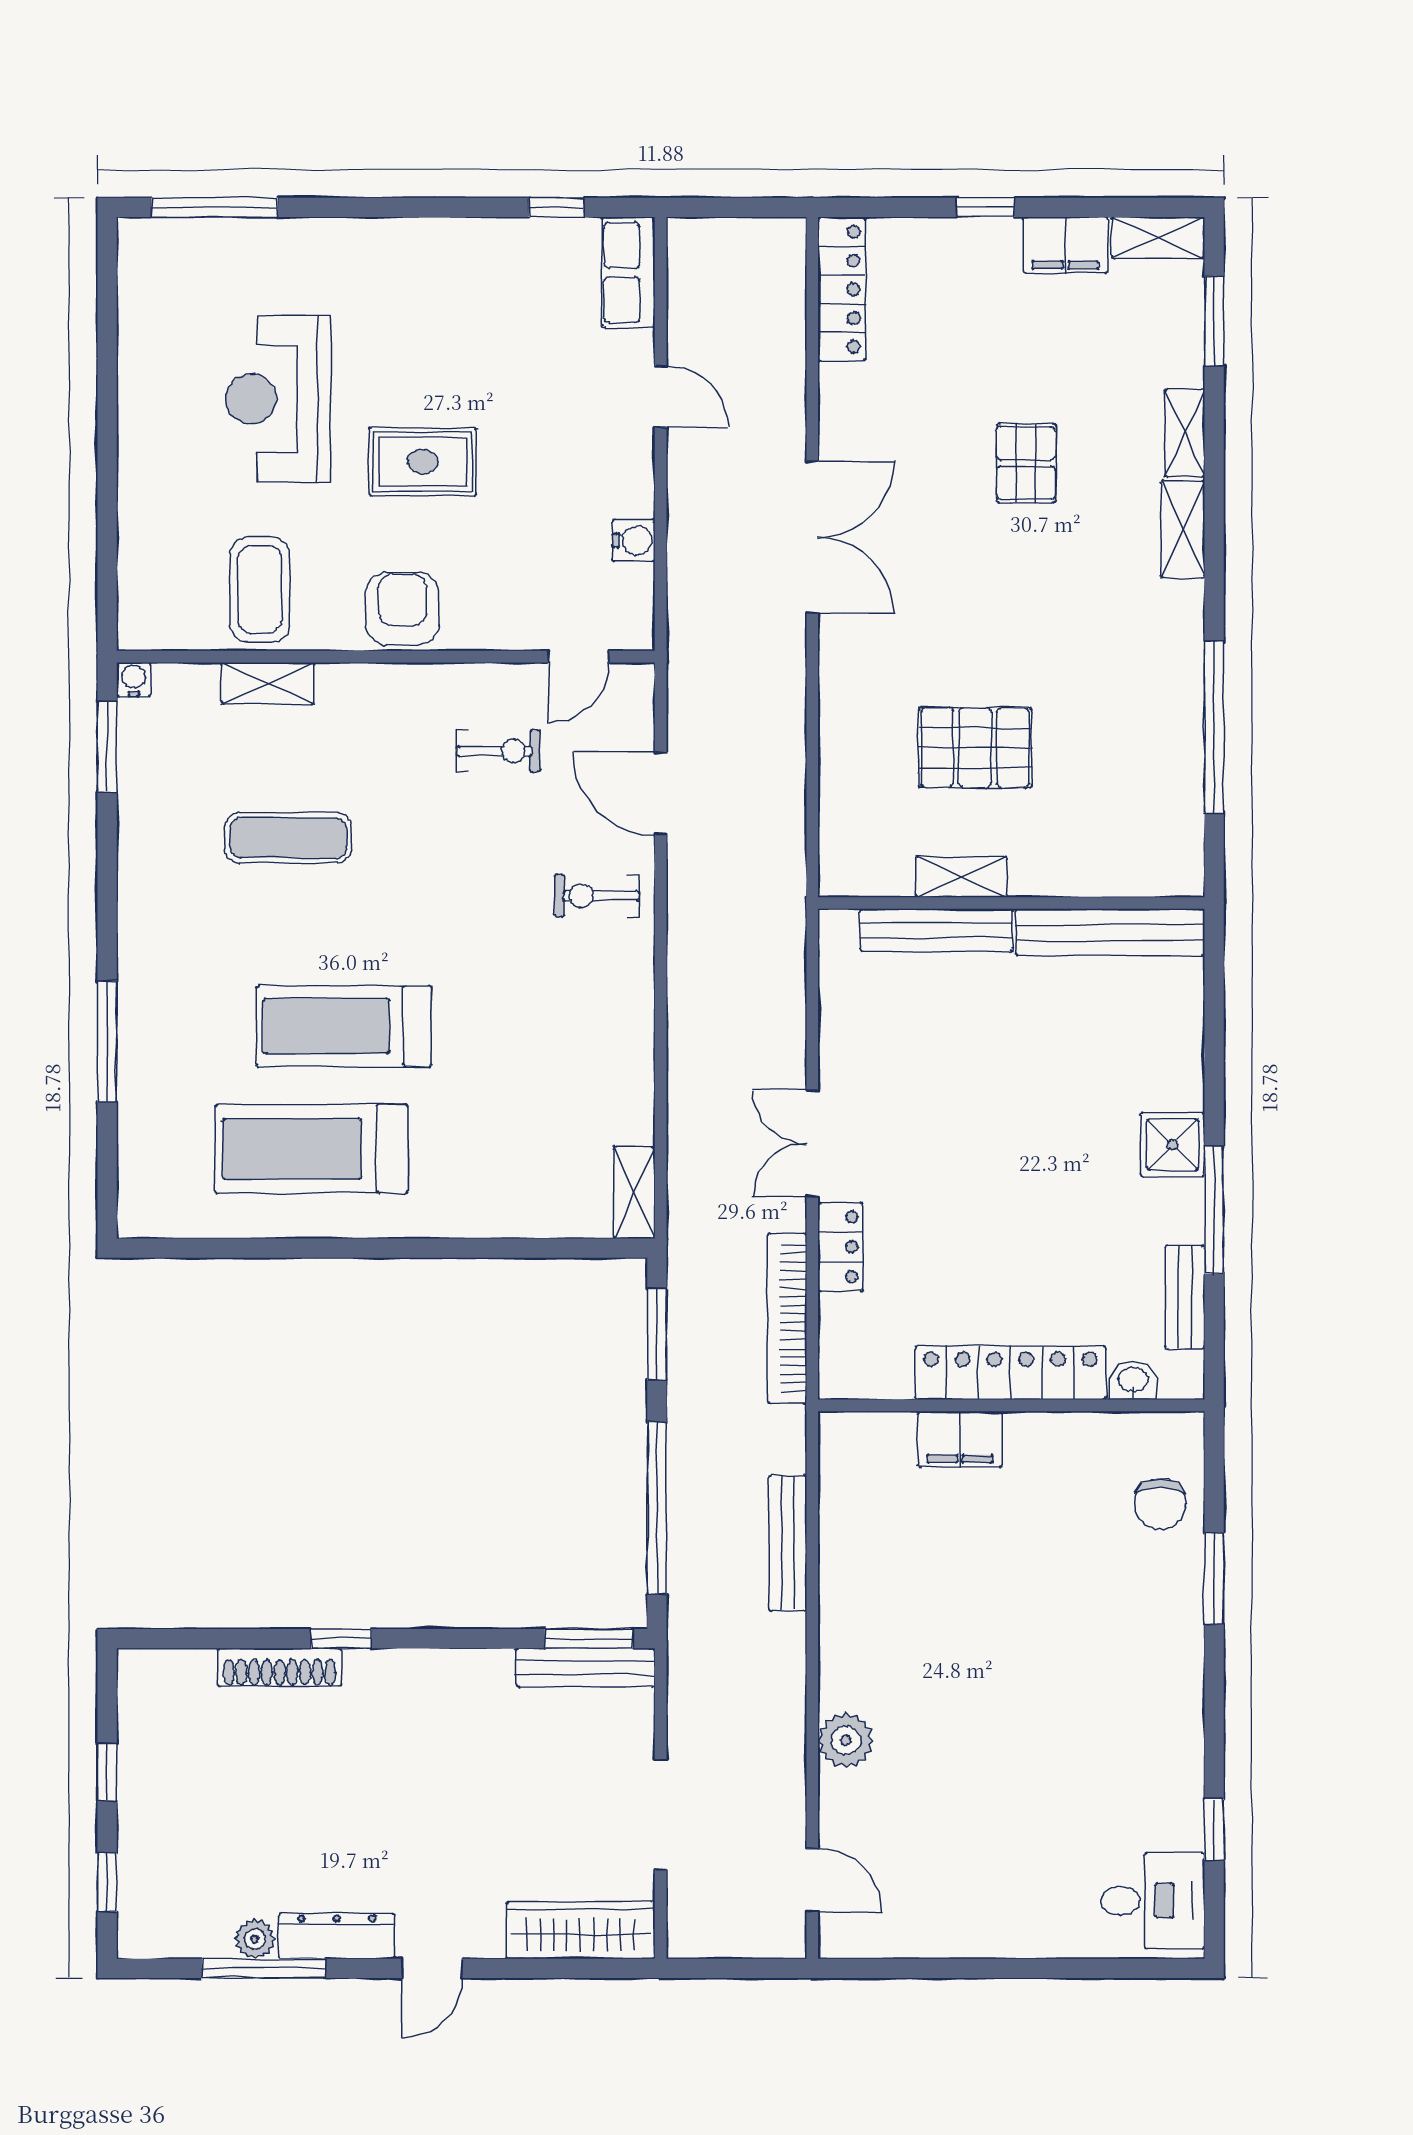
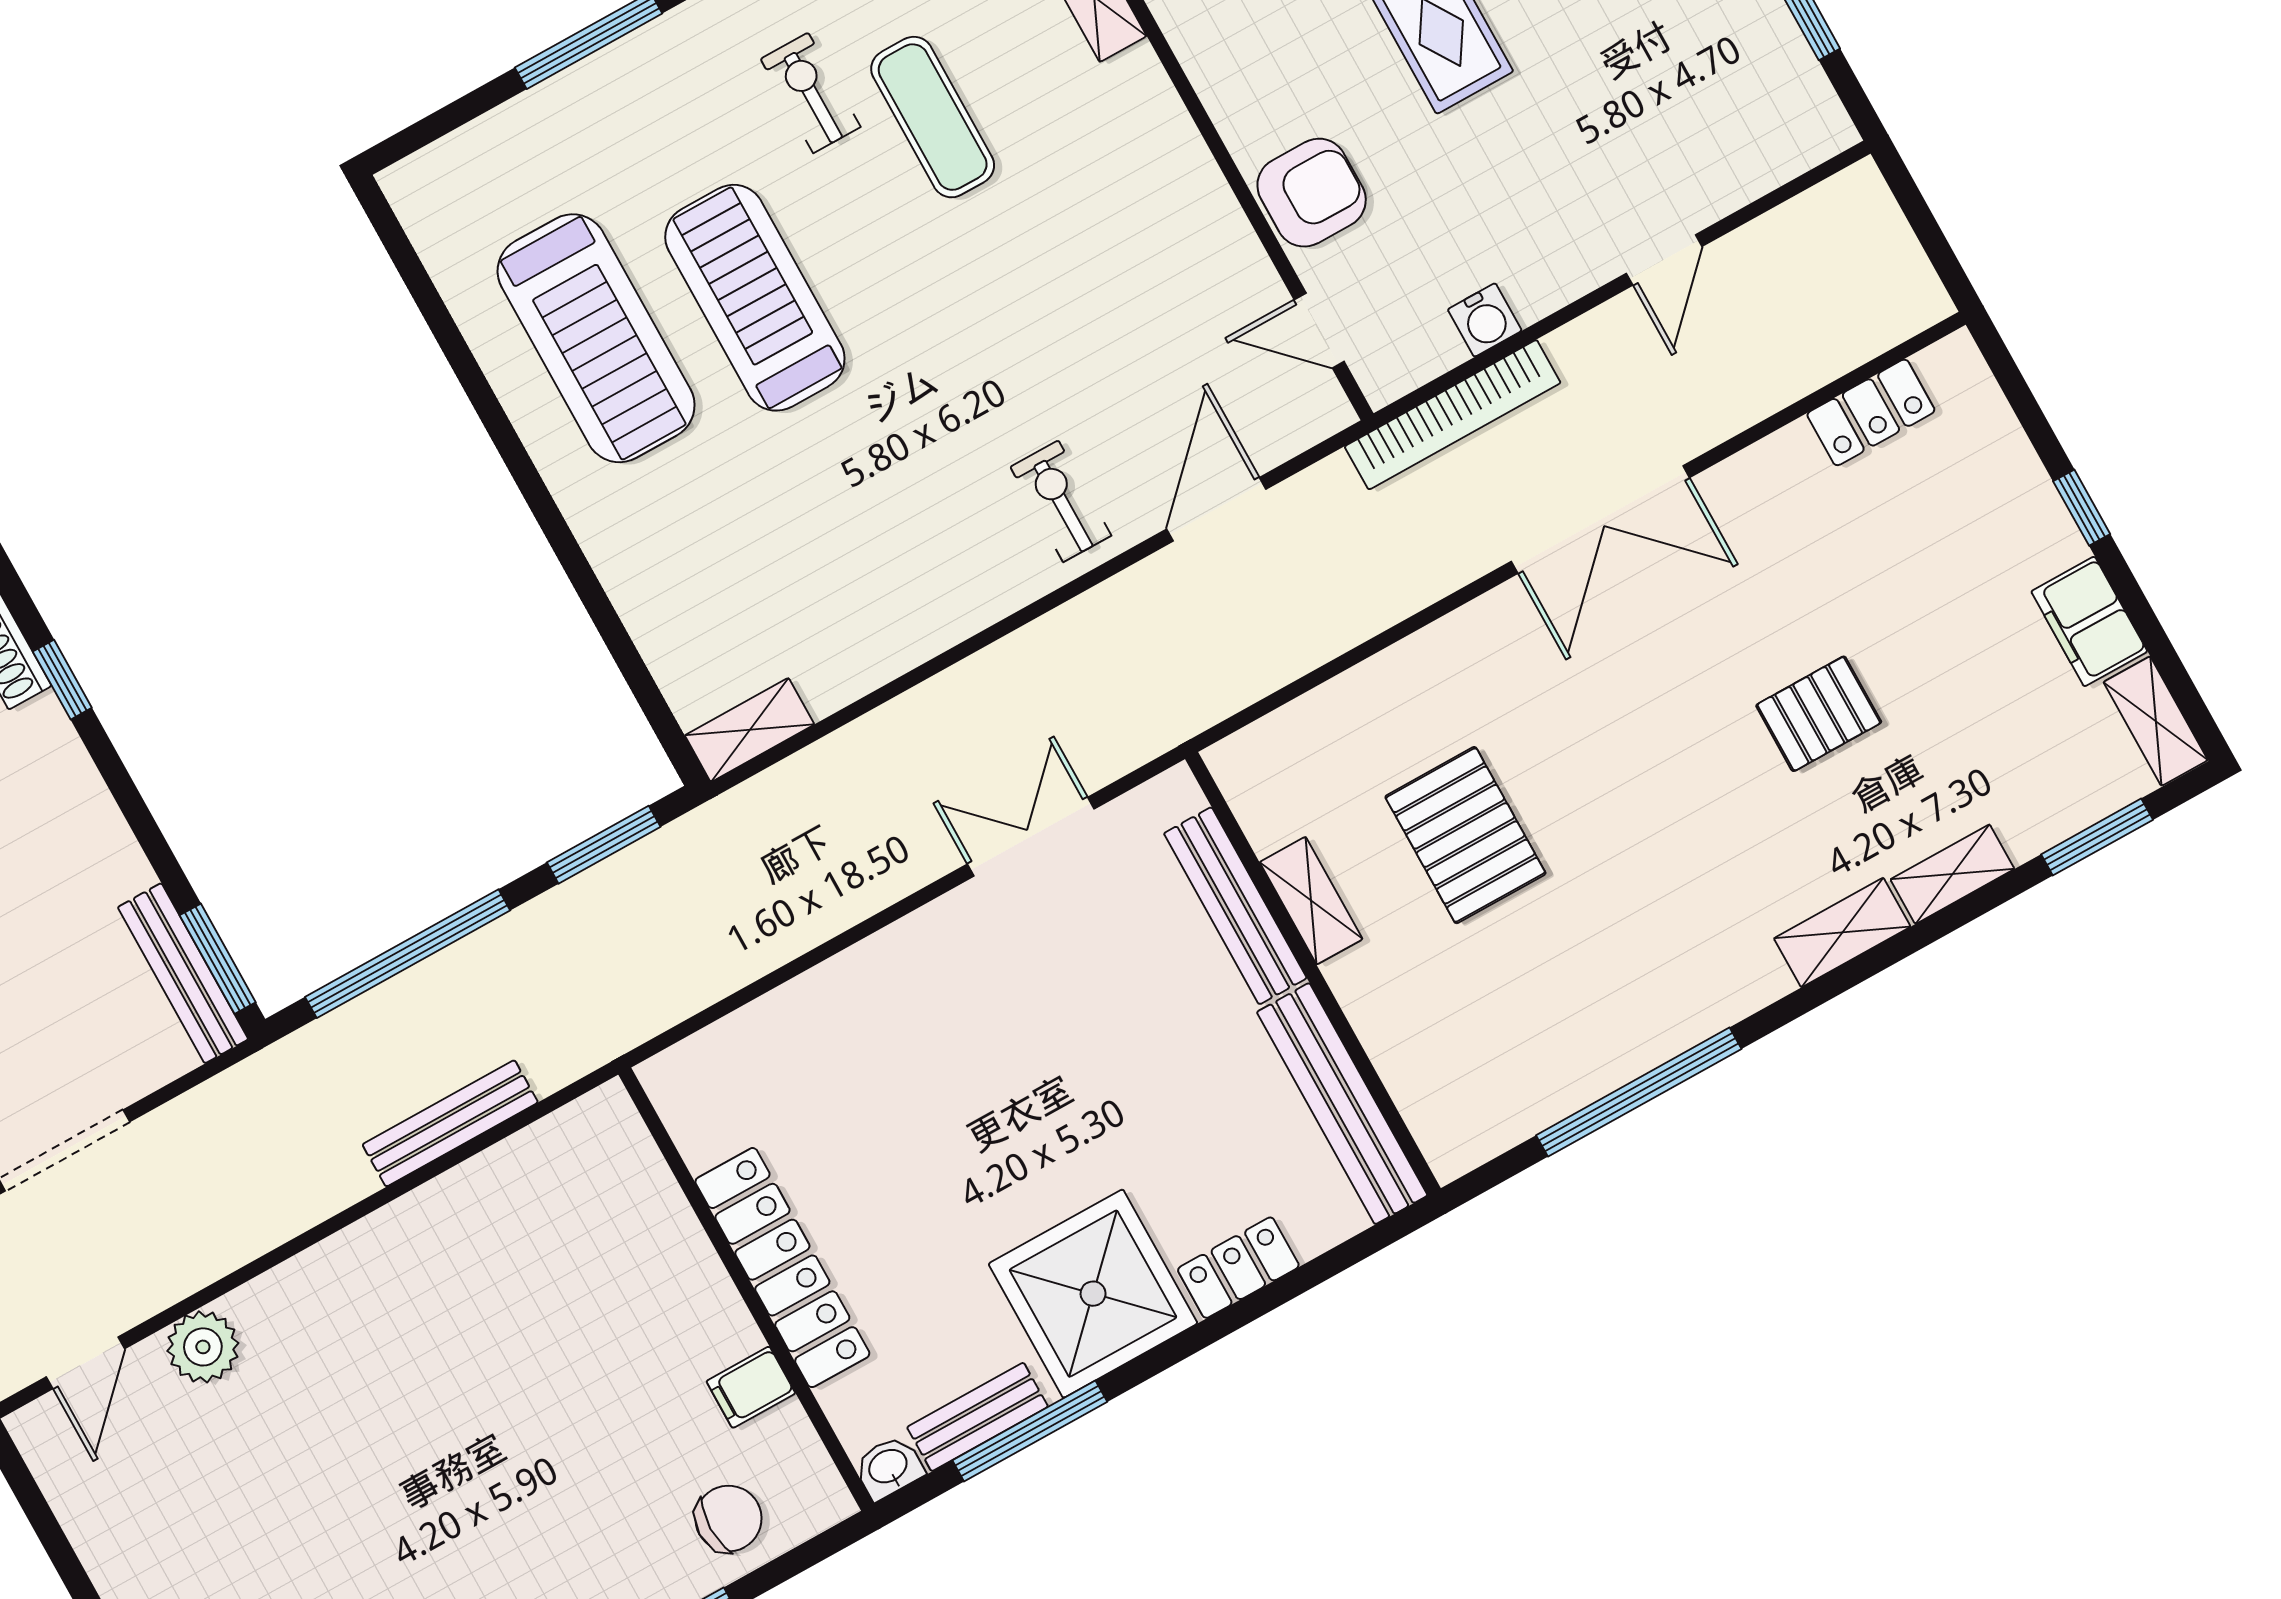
row of seats: (628, 272) -> (1784, 146), removed
locker: (842, 289) -> (1871, 412), width x0.66
armchair: (402, 609) -> (1312, 193), moved
exercise bike: (498, 751) -> (811, 93), moved, turned 180
double door: (812, 1144) -> (1031, 837), moved
shower: (1173, 1145) -> (1093, 1294), width x1.86, depth x1.86
treadmill: (311, 1149) -> (596, 338), turned 180
window: (1214, 1210) -> (1030, 1431), moved
locker: (841, 1247) -> (1238, 1268), moved, turned 180
bookcase: (787, 1318) -> (1453, 415), moved, turned 180
washbasin: (1133, 1381) -> (889, 1467), moved, turned -90
filing cabinet: (960, 1439) -> (751, 1387), moved, width x0.50
chair: (1160, 1504) -> (728, 1519), turned 180
plant: (846, 1740) -> (203, 1347), moved

